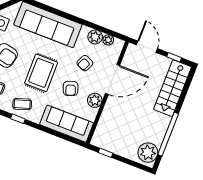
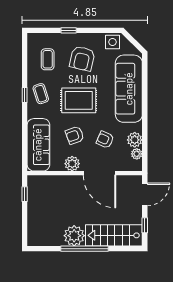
window: (168, 134) -> (84, 249), moved
plant: (148, 153) -> (74, 236), moved

